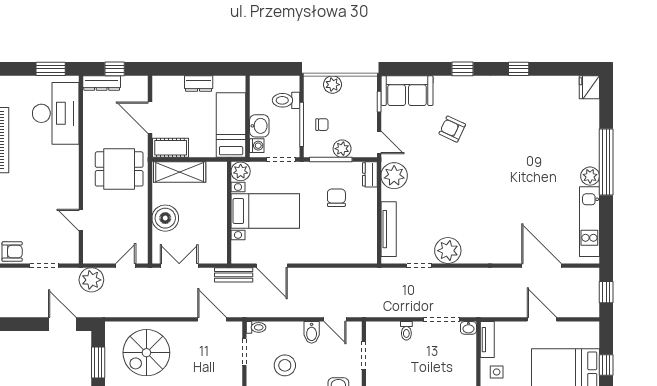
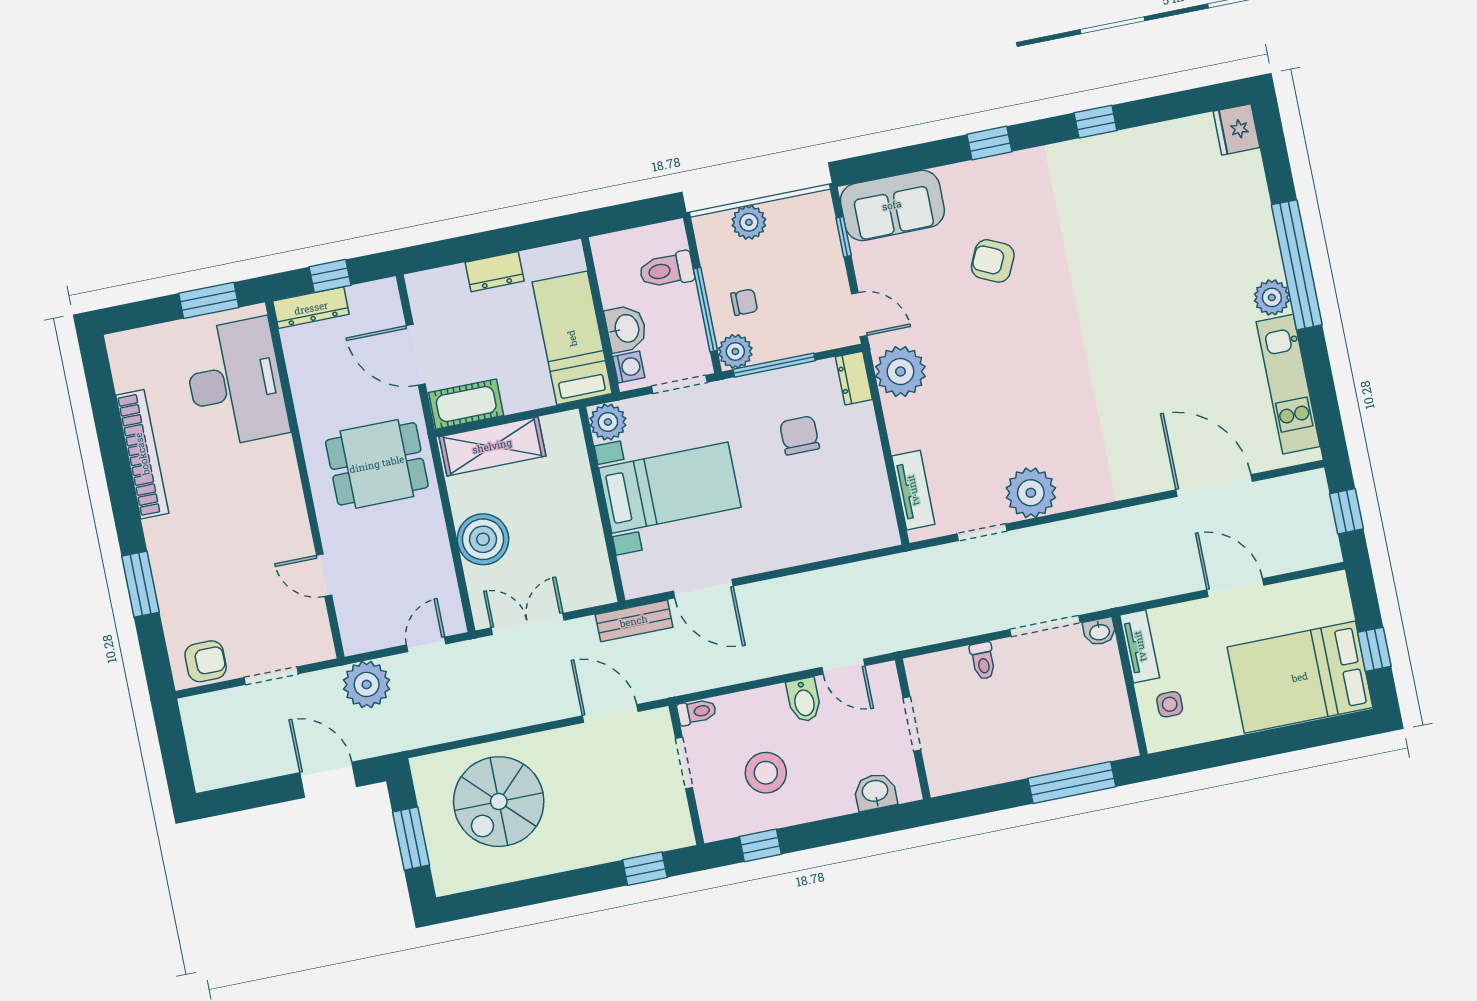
plant: (342, 149) -> (735, 351), moved
tv unit: (389, 229) -> (913, 490), width x0.71

